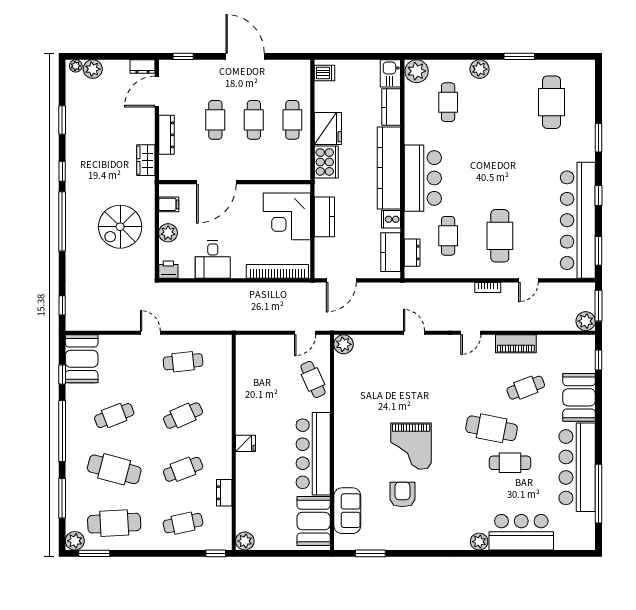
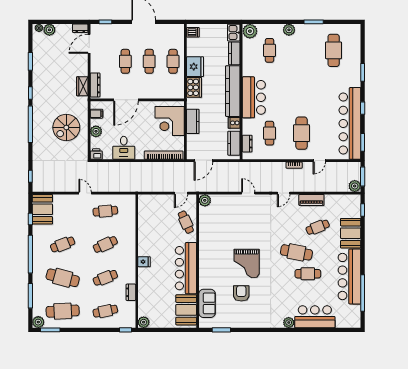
dresser: (166, 135) -> (95, 85), moved

